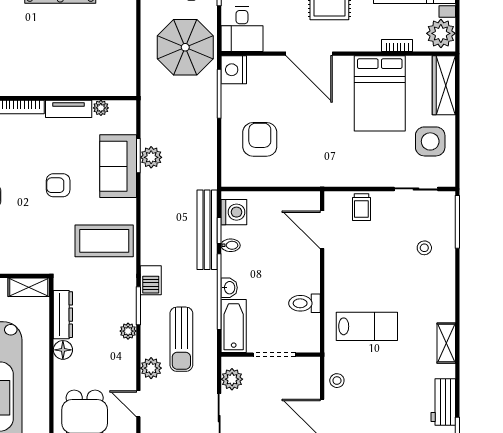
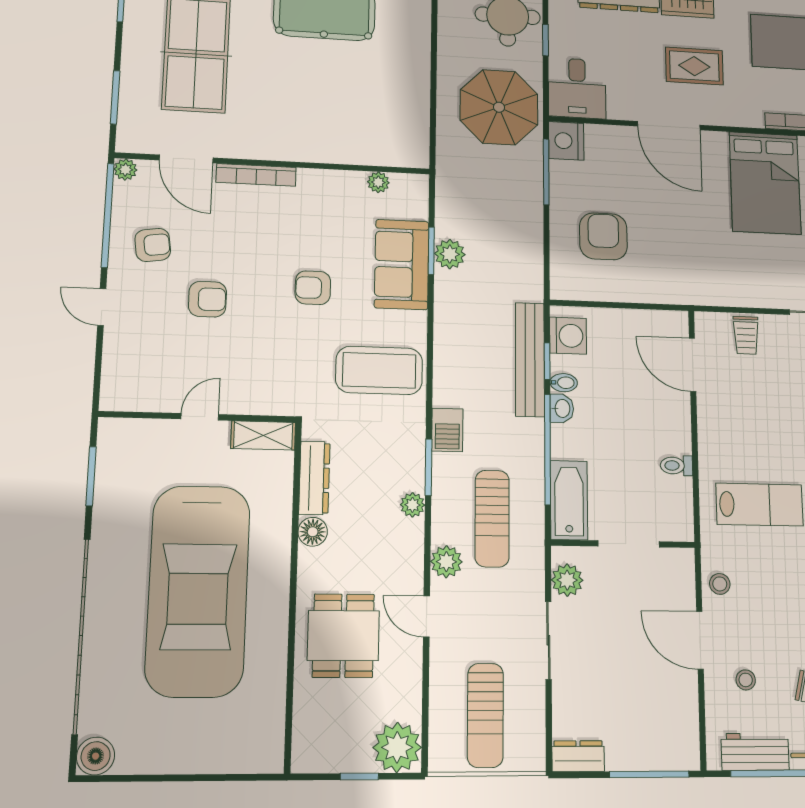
tv unit: (69, 109) -> (331, 181), removed
washbasin: (229, 288) -> (562, 408), moved
toilet: (304, 303) -> (676, 466), width x0.73, depth x0.72

